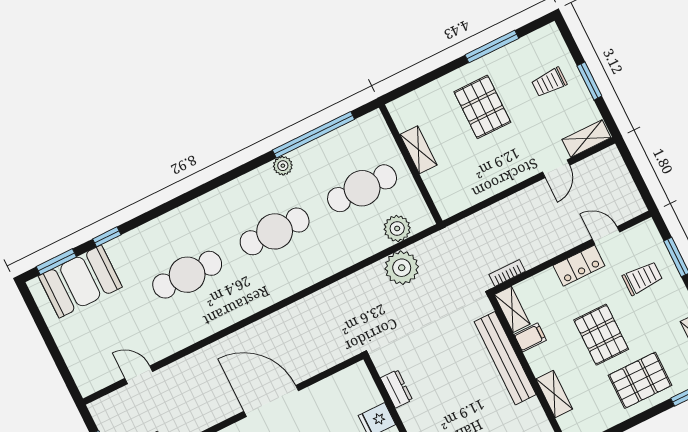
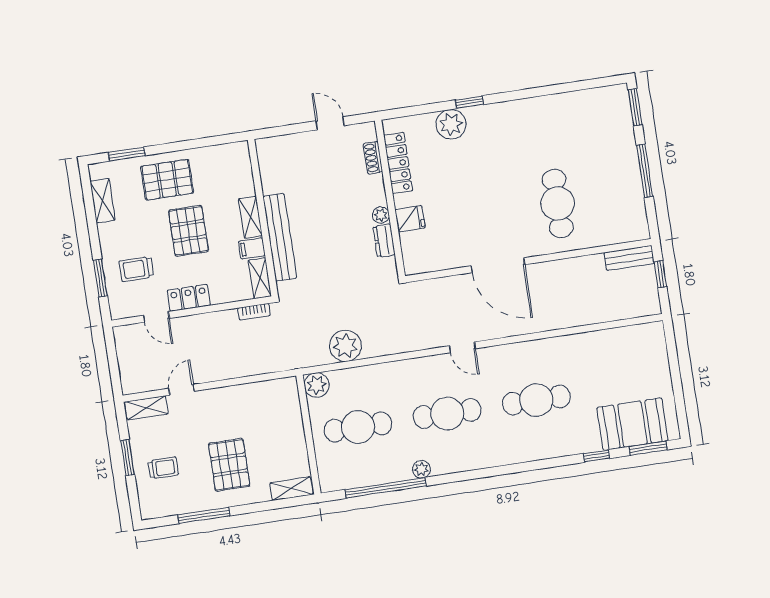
shelving: (418, 150) -> (291, 489), moved, turned 90
plant: (397, 228) -> (317, 385), moved
door: (139, 375) -> (462, 347), moved
shelving: (554, 394) -> (250, 217), moved
plant: (408, 414) -> (381, 215), added

